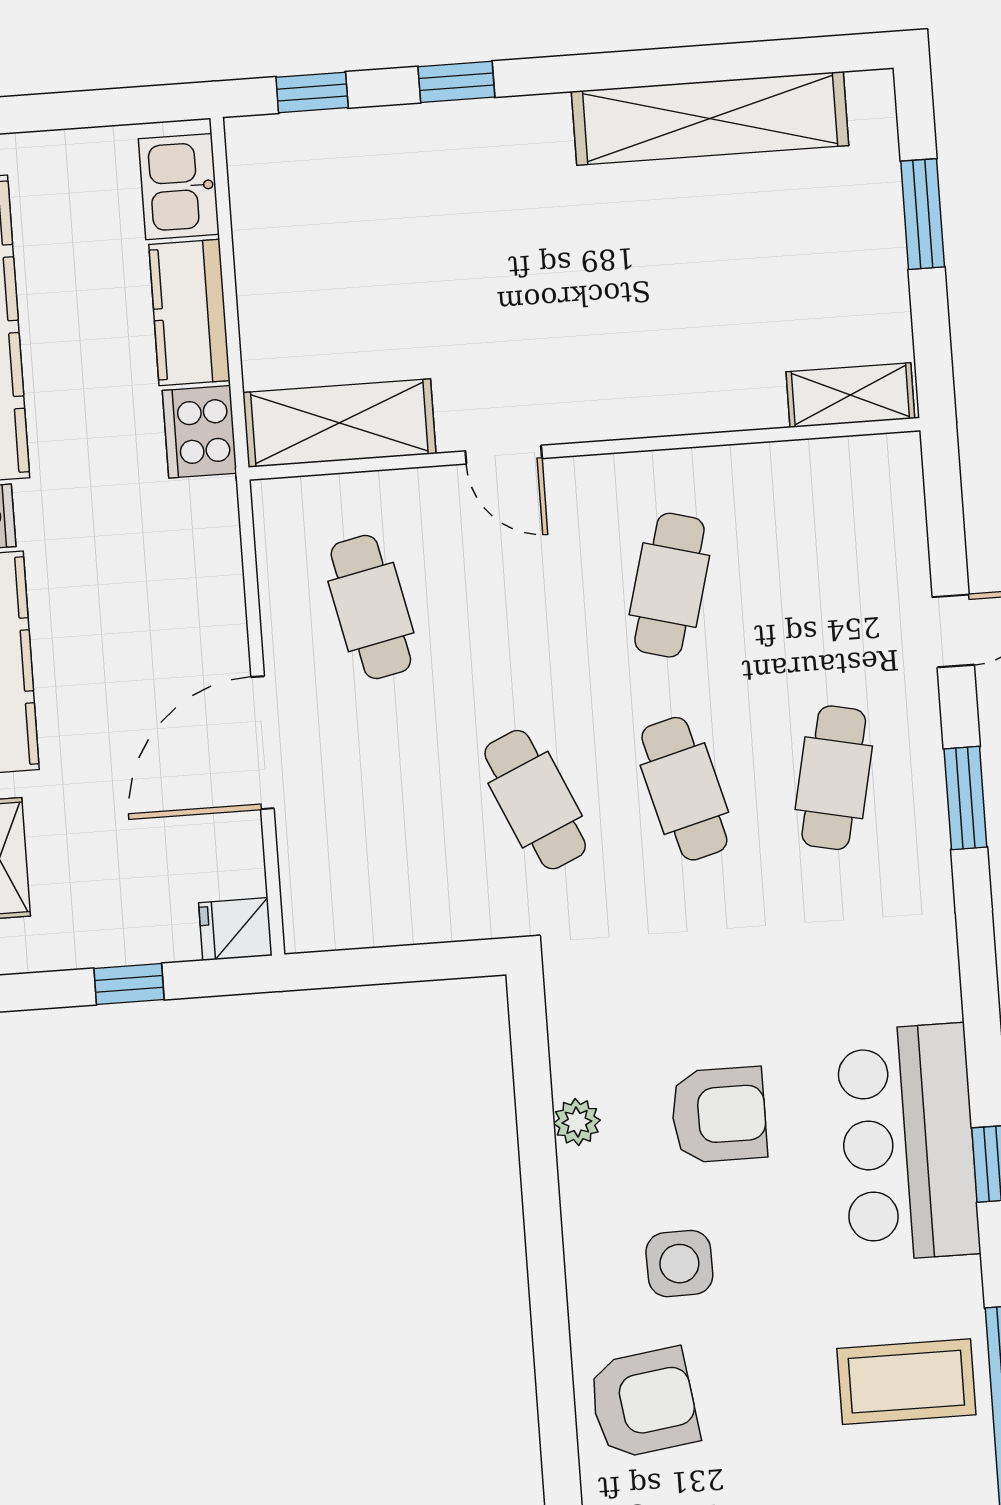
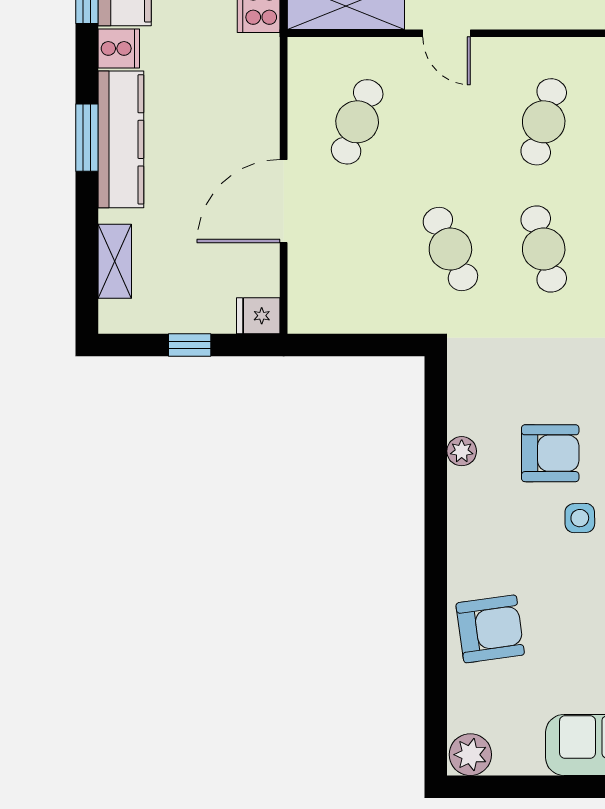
cafe table: (371, 607) -> (357, 122), turned 33
side table: (679, 1264) -> (580, 518), moved, width x0.73, depth x0.73

